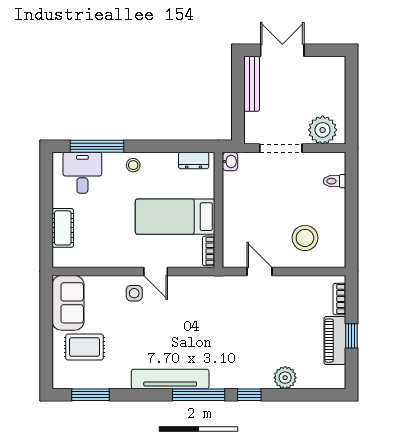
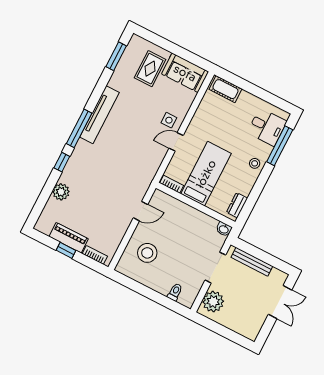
bench: (252, 84) -> (252, 262), moved
cot: (63, 228) -> (225, 89), moved

